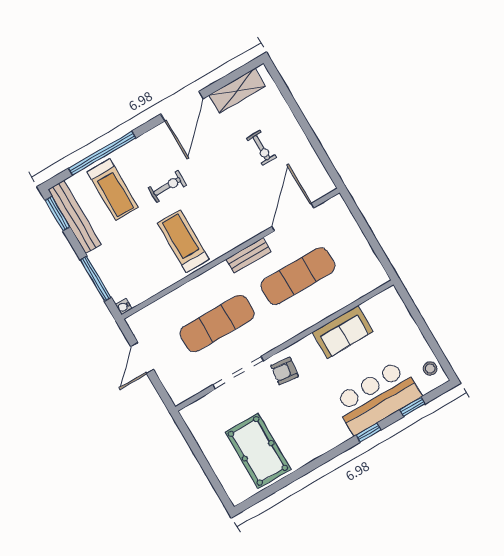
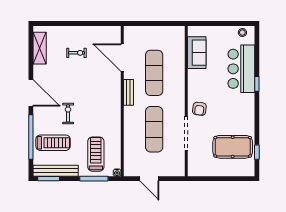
door: (182, 106) -> (31, 93), moved
treadmill: (183, 241) -> (96, 154), moved, turned 90
sofa: (343, 332) -> (197, 53), moved
window: (412, 407) -> (257, 152), moved

